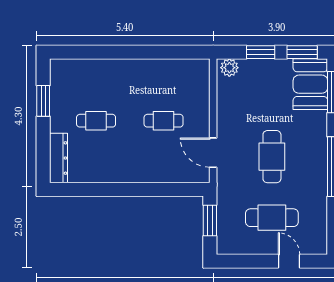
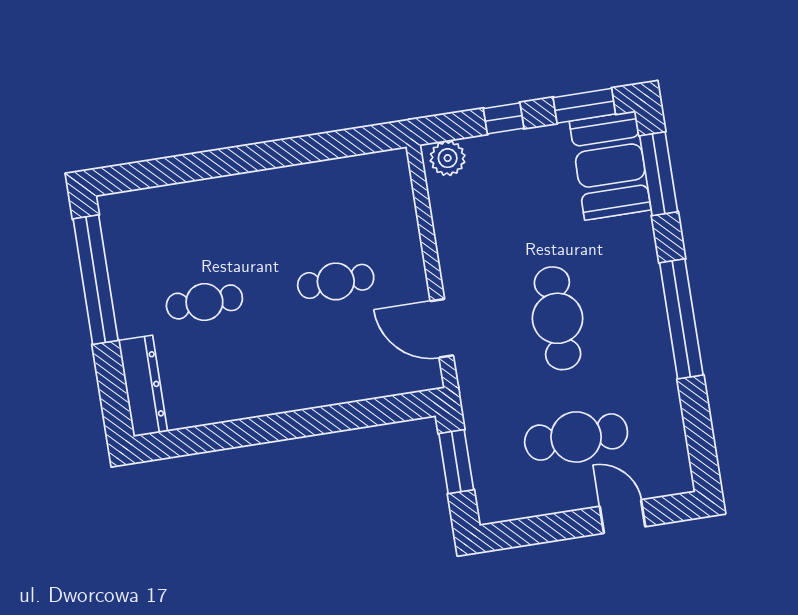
window: (261, 52) -> (504, 118), width x0.67
window: (43, 101) -> (96, 280), width x2.11

